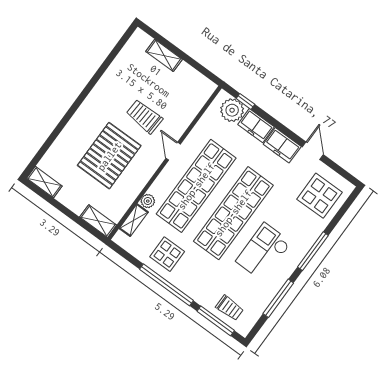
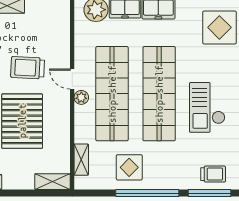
plant: (148, 201) -> (81, 97), moved

